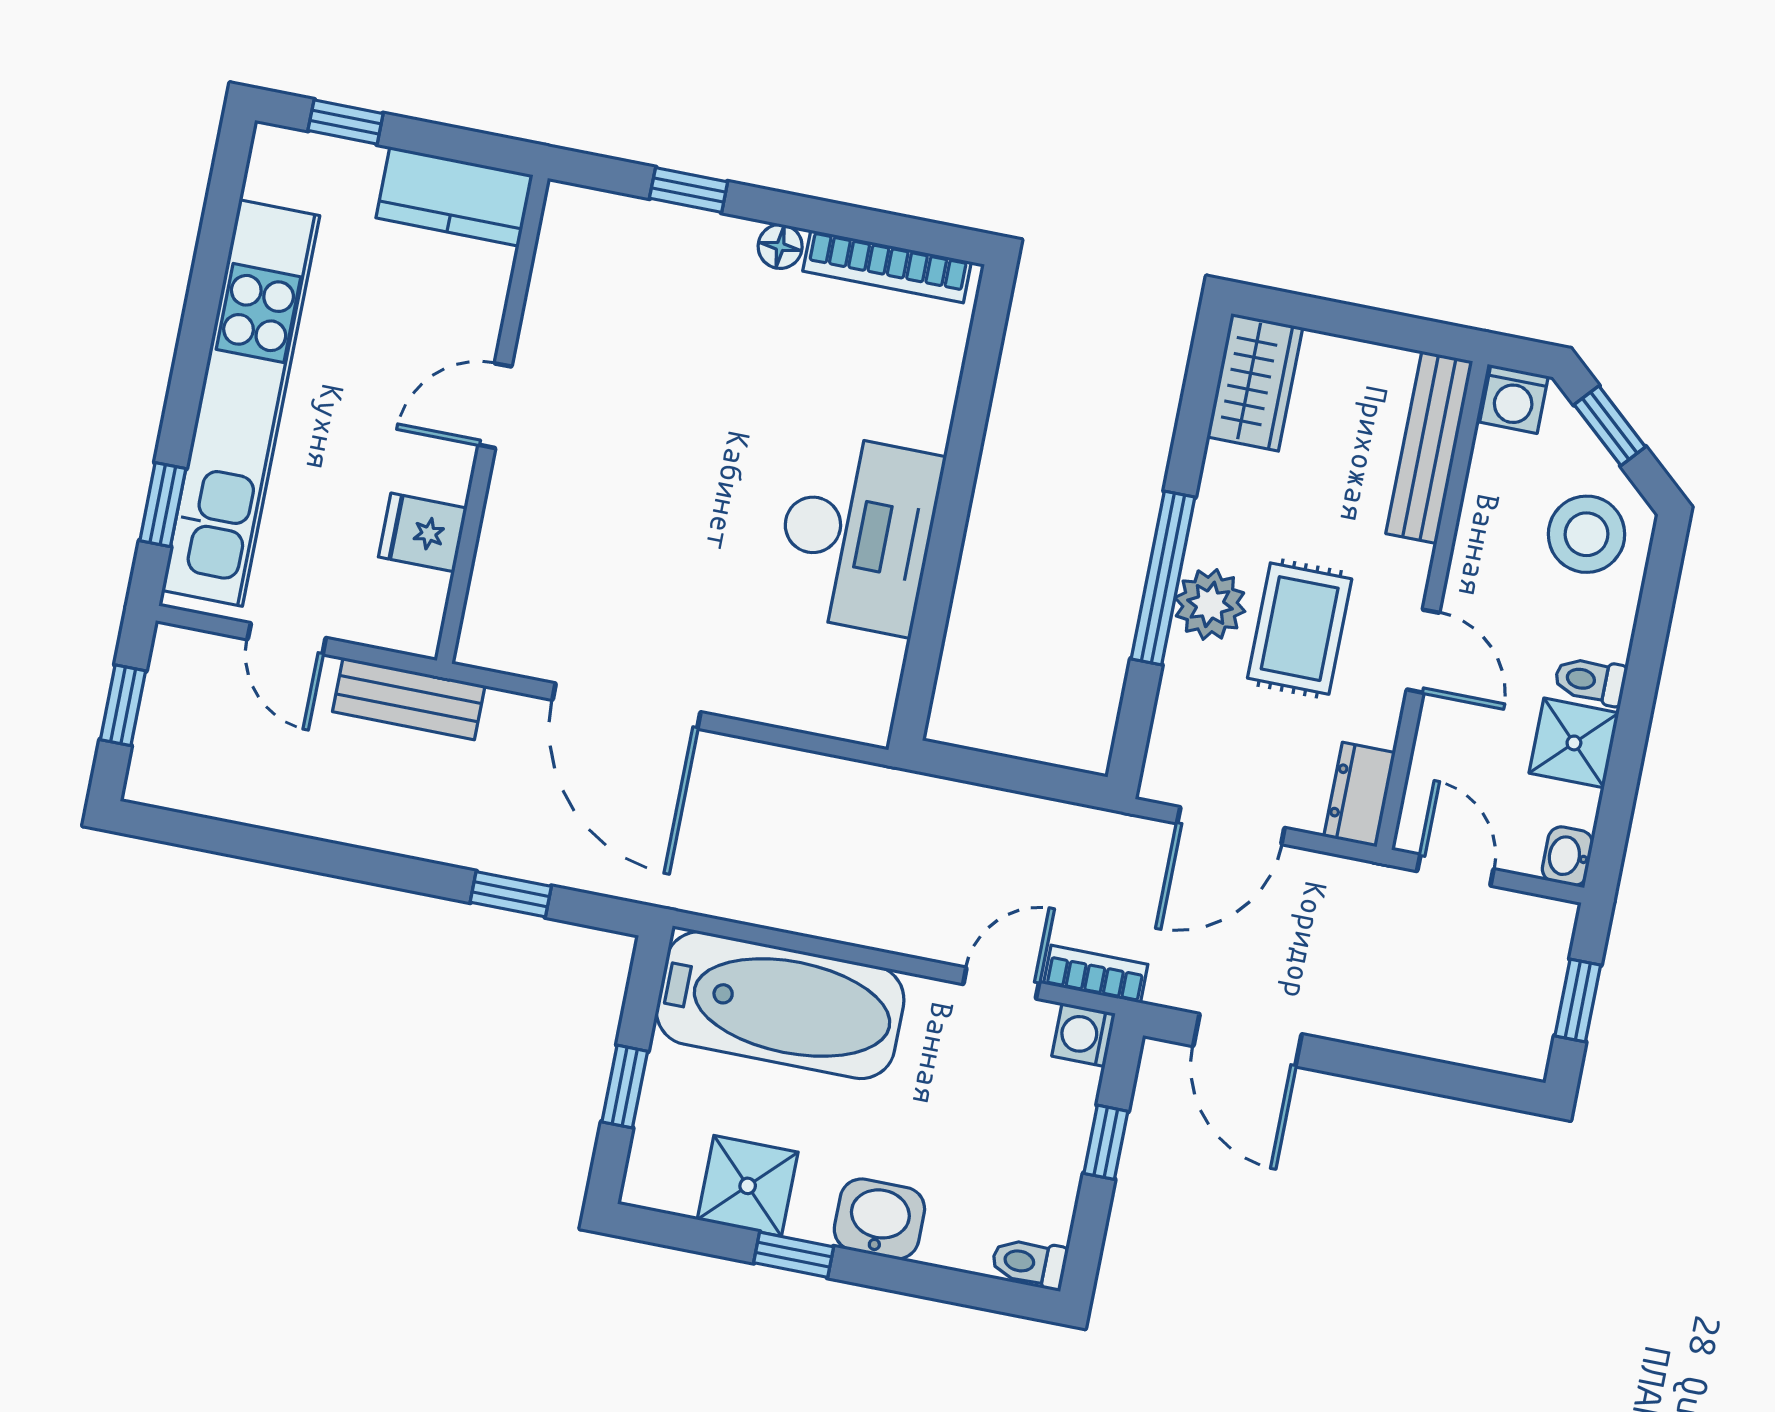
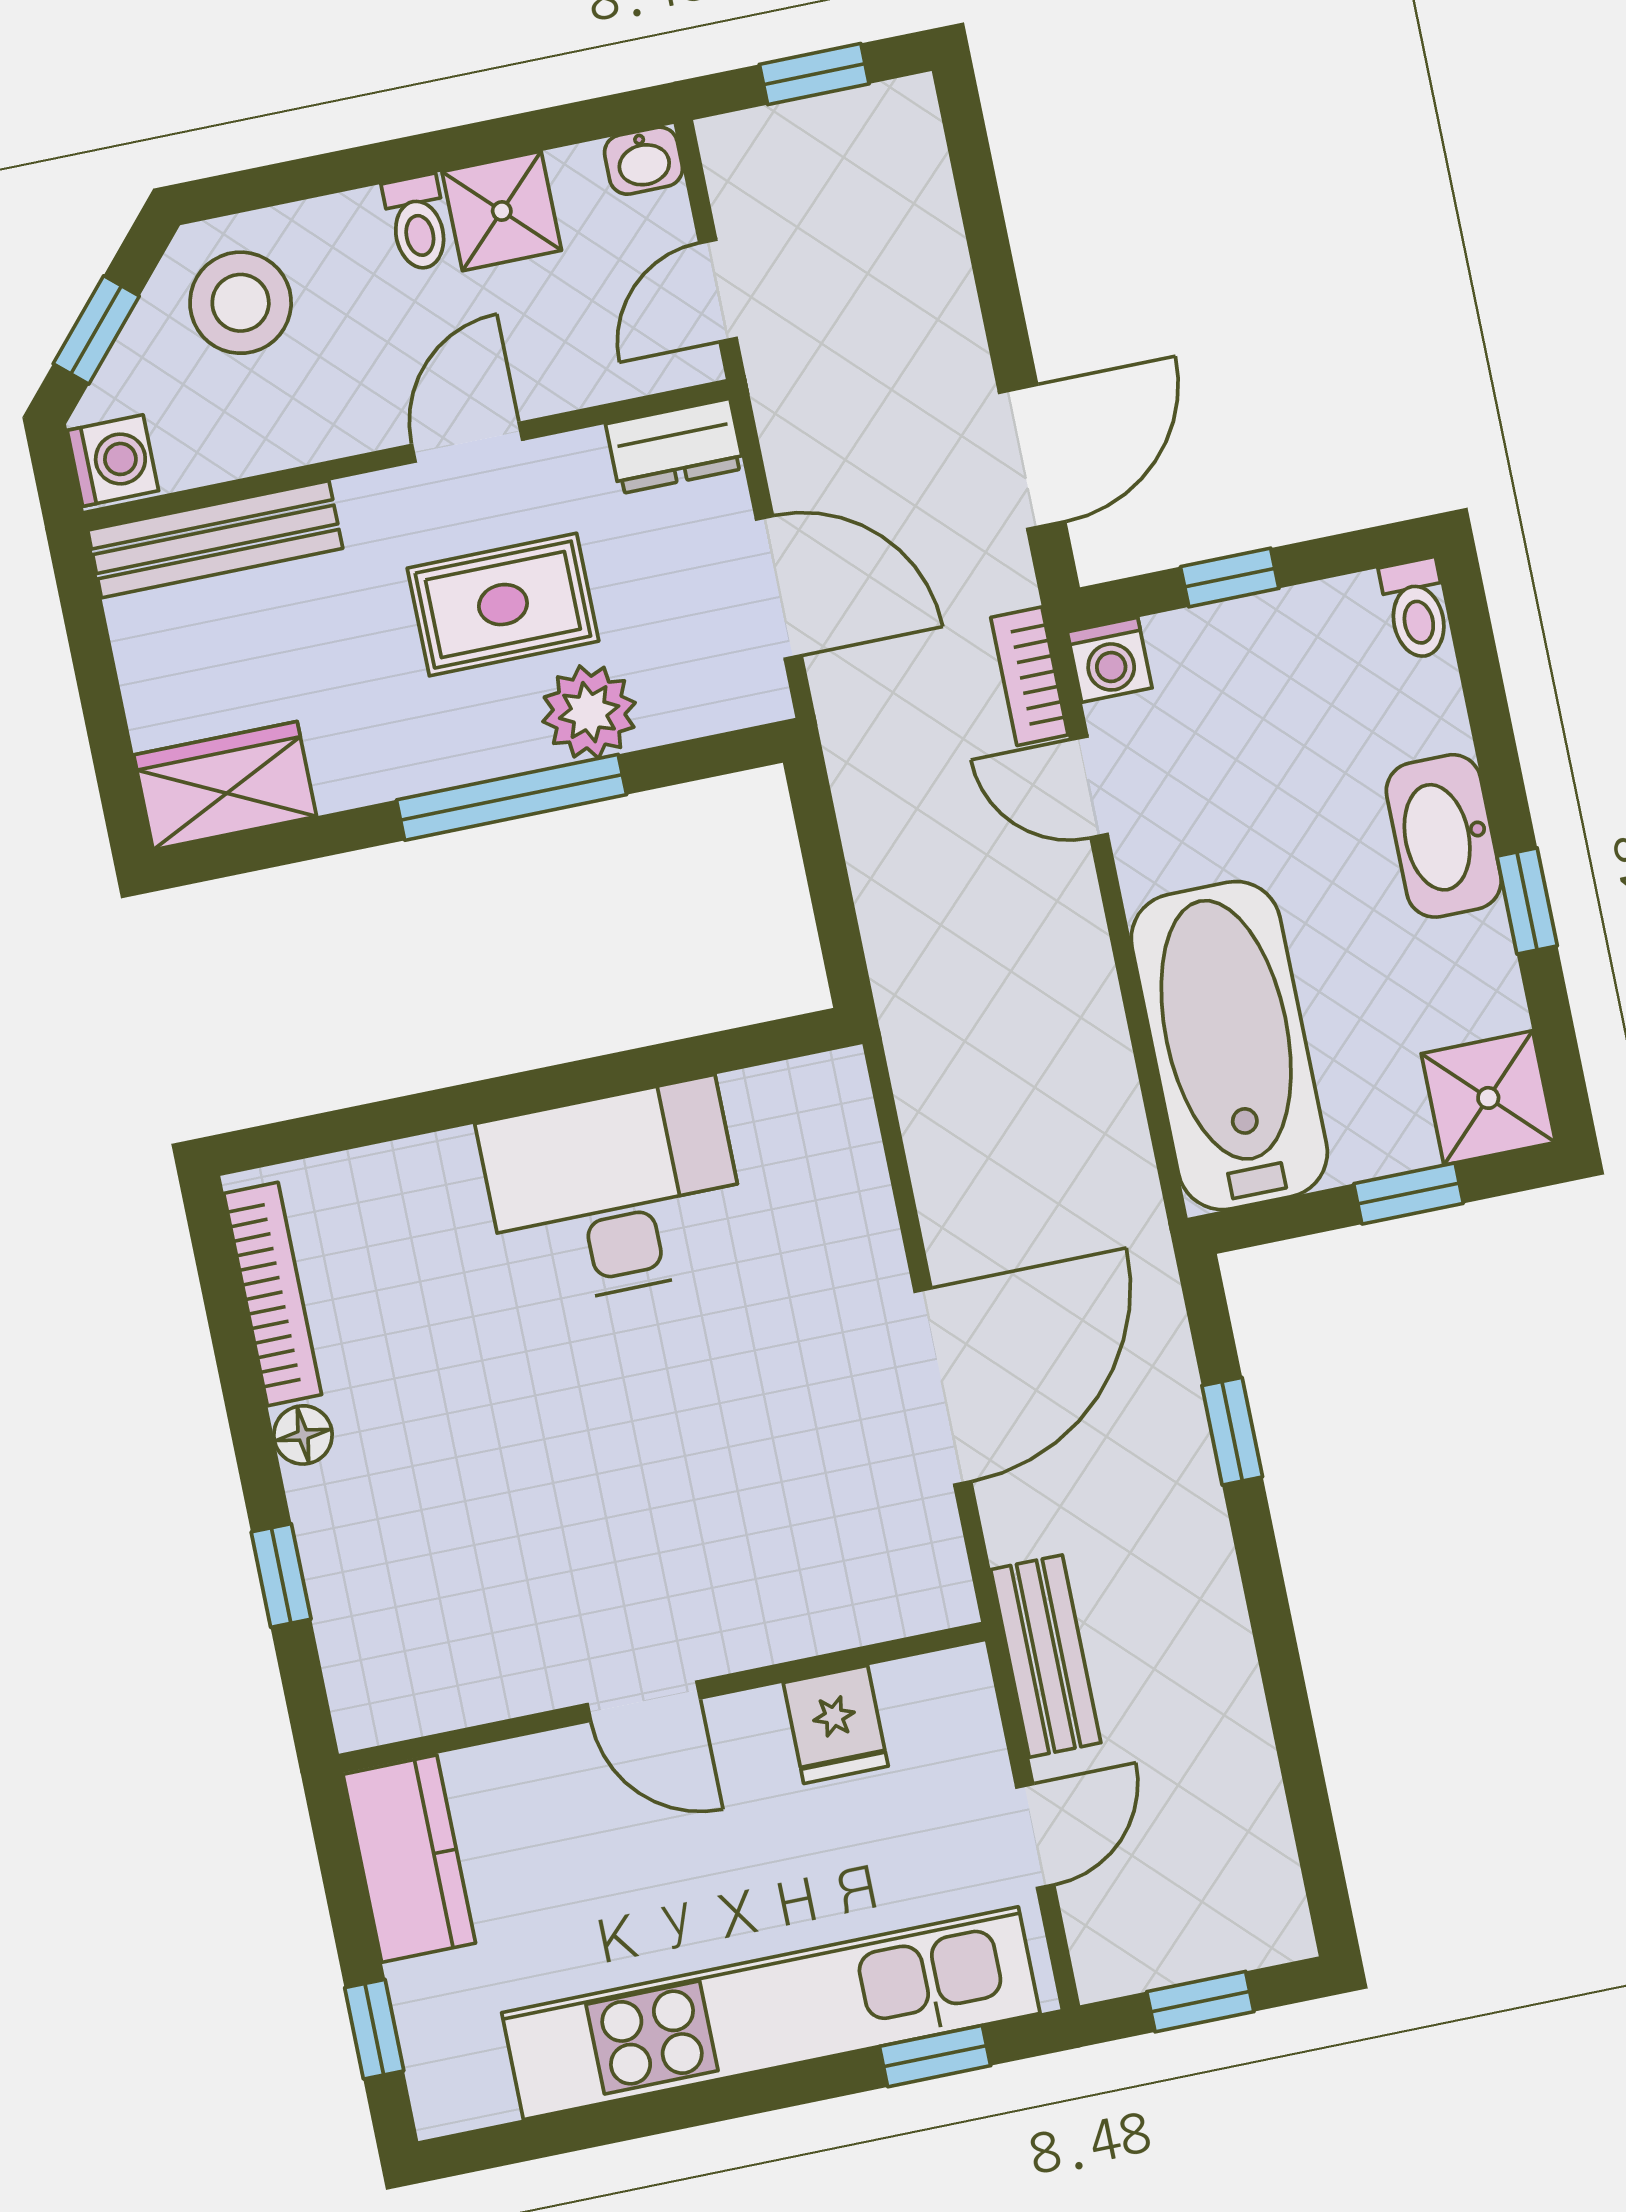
plant: (1210, 604) -> (589, 712), moved
shower: (748, 1186) -> (1488, 1098), moved
washbasin: (879, 1219) -> (1444, 836), width x1.38

